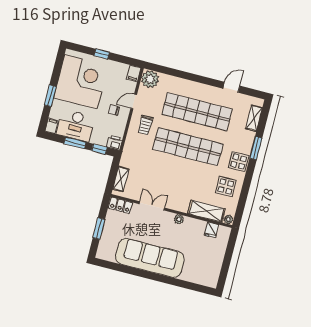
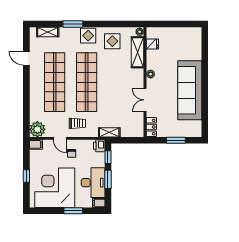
shelving: (121, 179) -> (109, 132), moved

